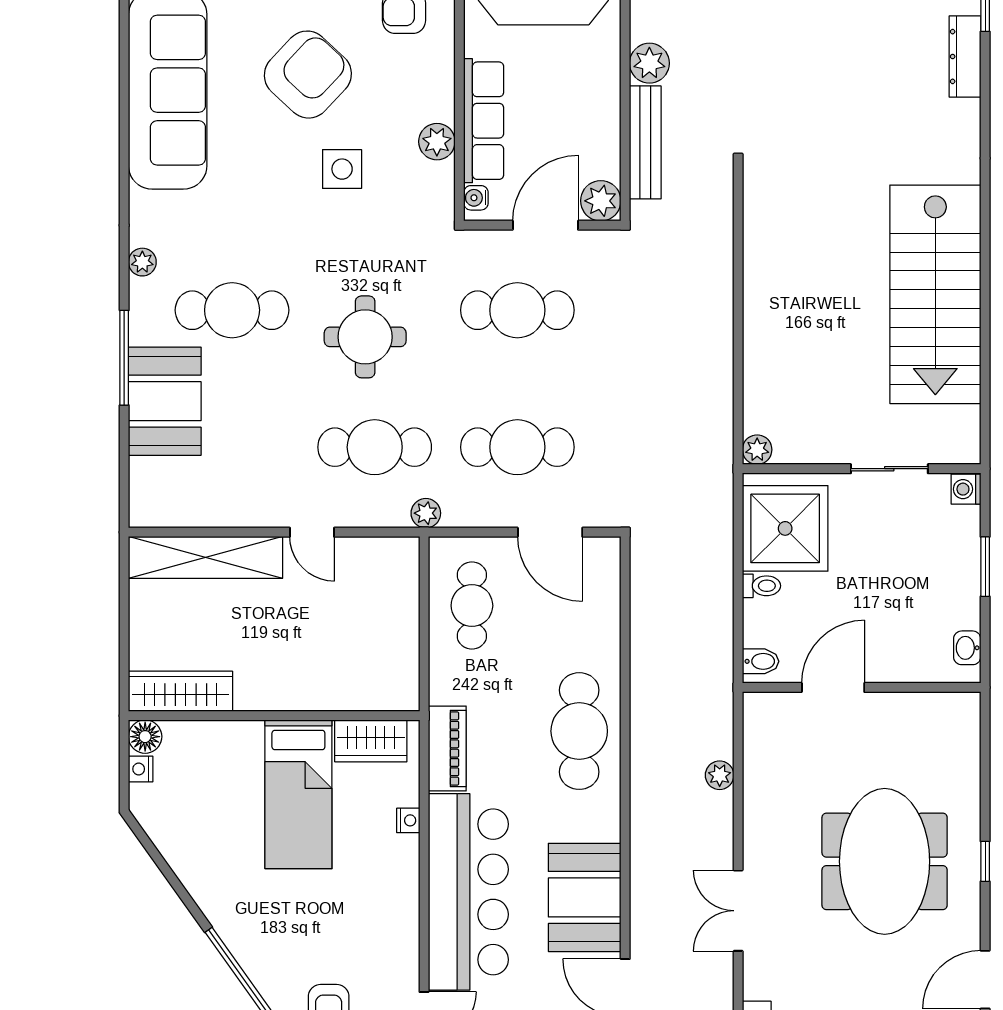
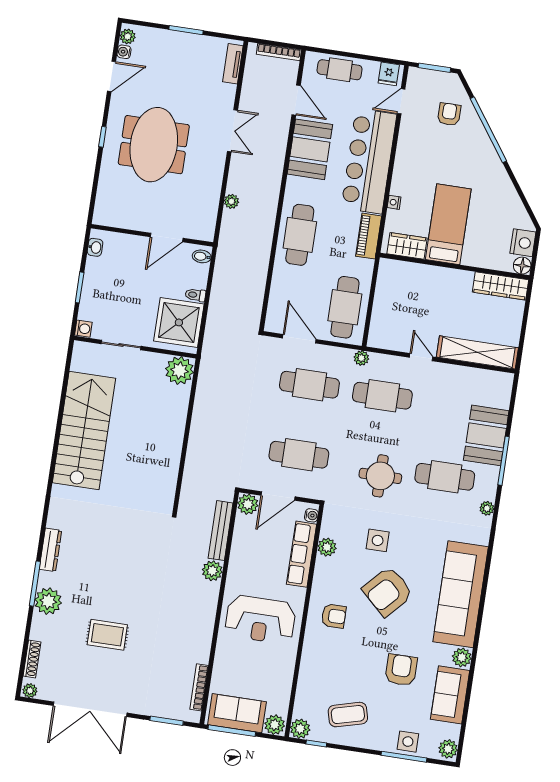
round table: (365, 337) -> (380, 476), moved
plant: (757, 450) -> (179, 371), width x1.87, depth x1.87
cafe table: (472, 606) -> (345, 307), width x1.37, depth x1.35
nightstand: (141, 769) -> (523, 243), width x1.89, depth x1.79

